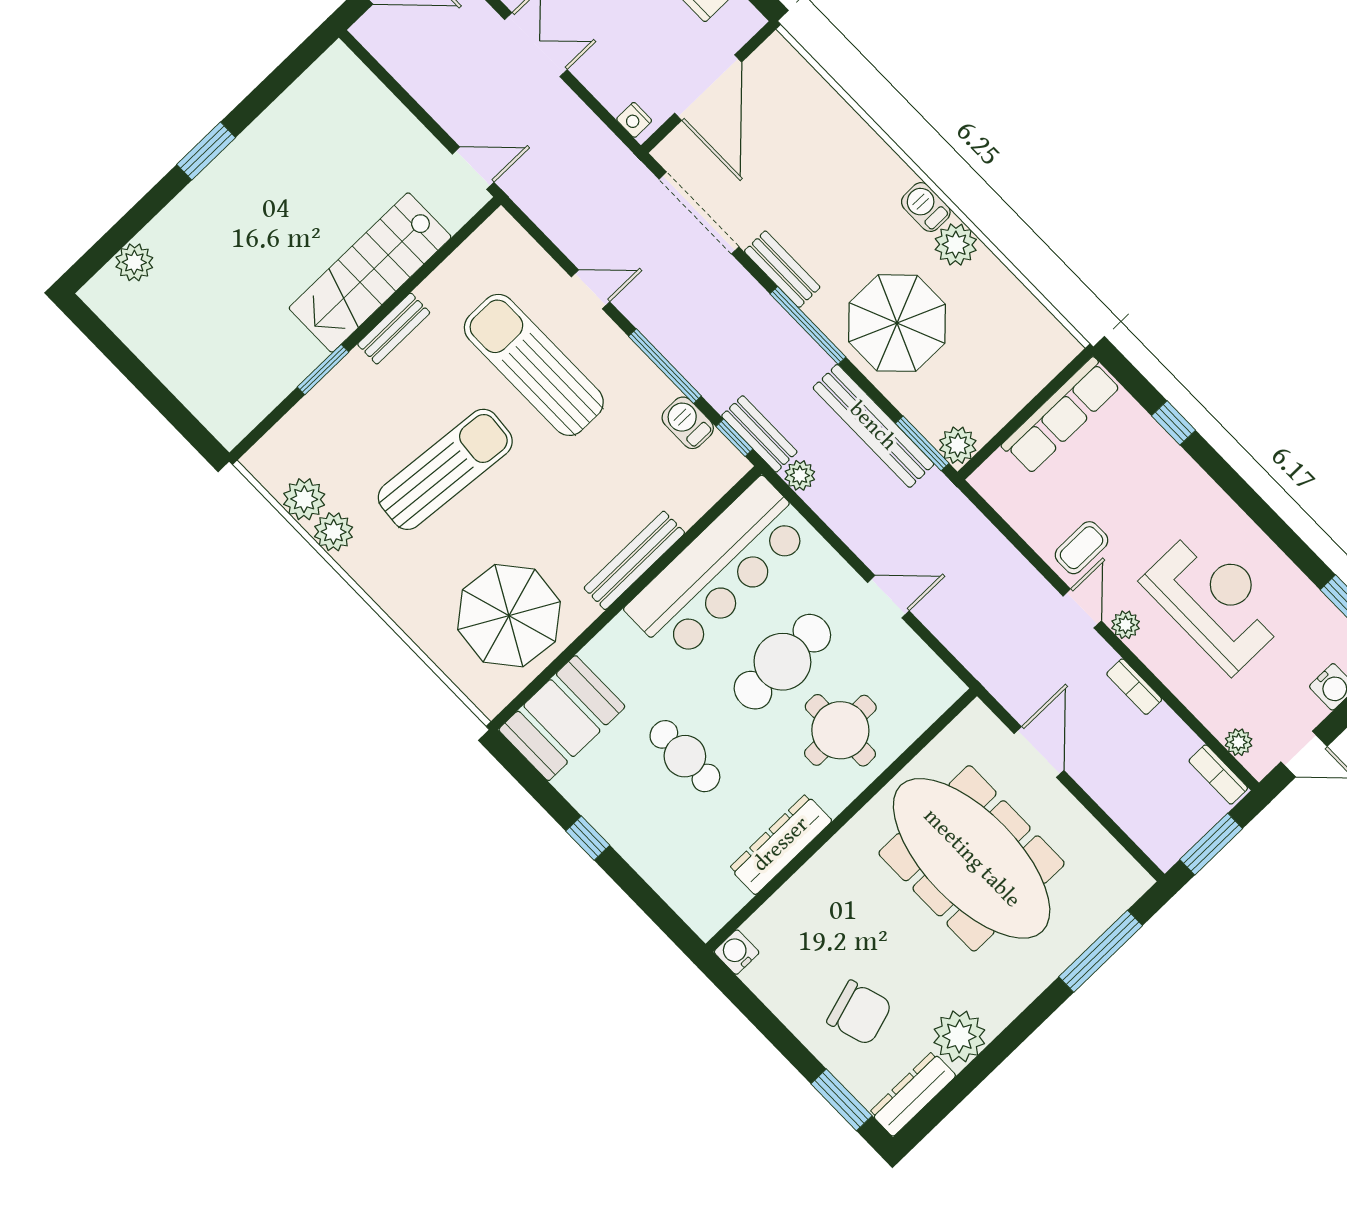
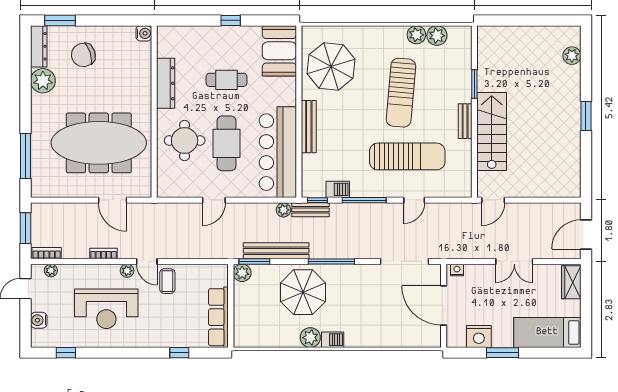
bench: (782, 269) -> (359, 271), removed

